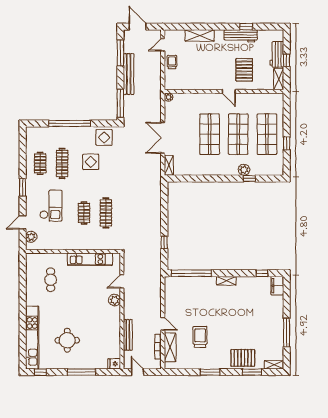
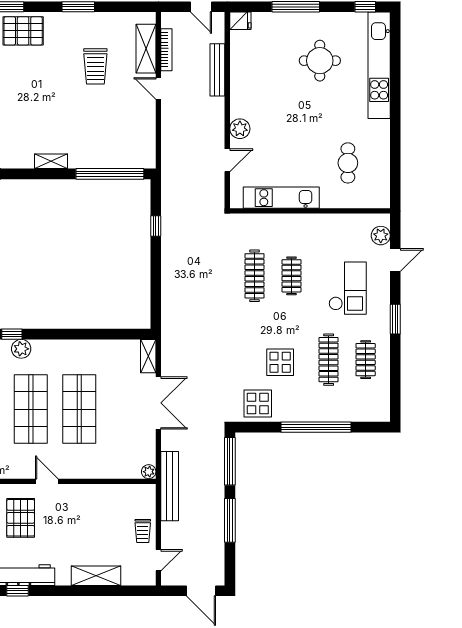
window: (120, 53) -> (230, 520), moved
bench: (129, 74) -> (170, 486), moved
checkout: (51, 206) -> (348, 288), turned 180

